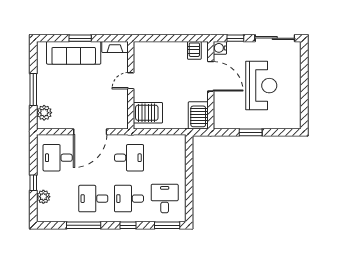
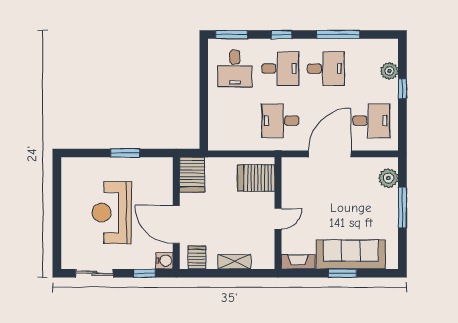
sliding door: (275, 38) -> (94, 273), width x0.73
shelving: (165, 47) -> (234, 262), added

